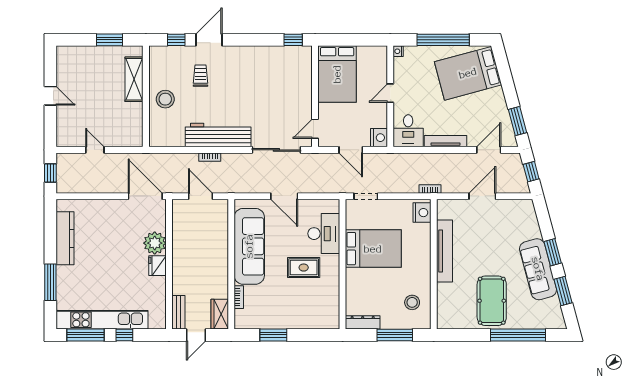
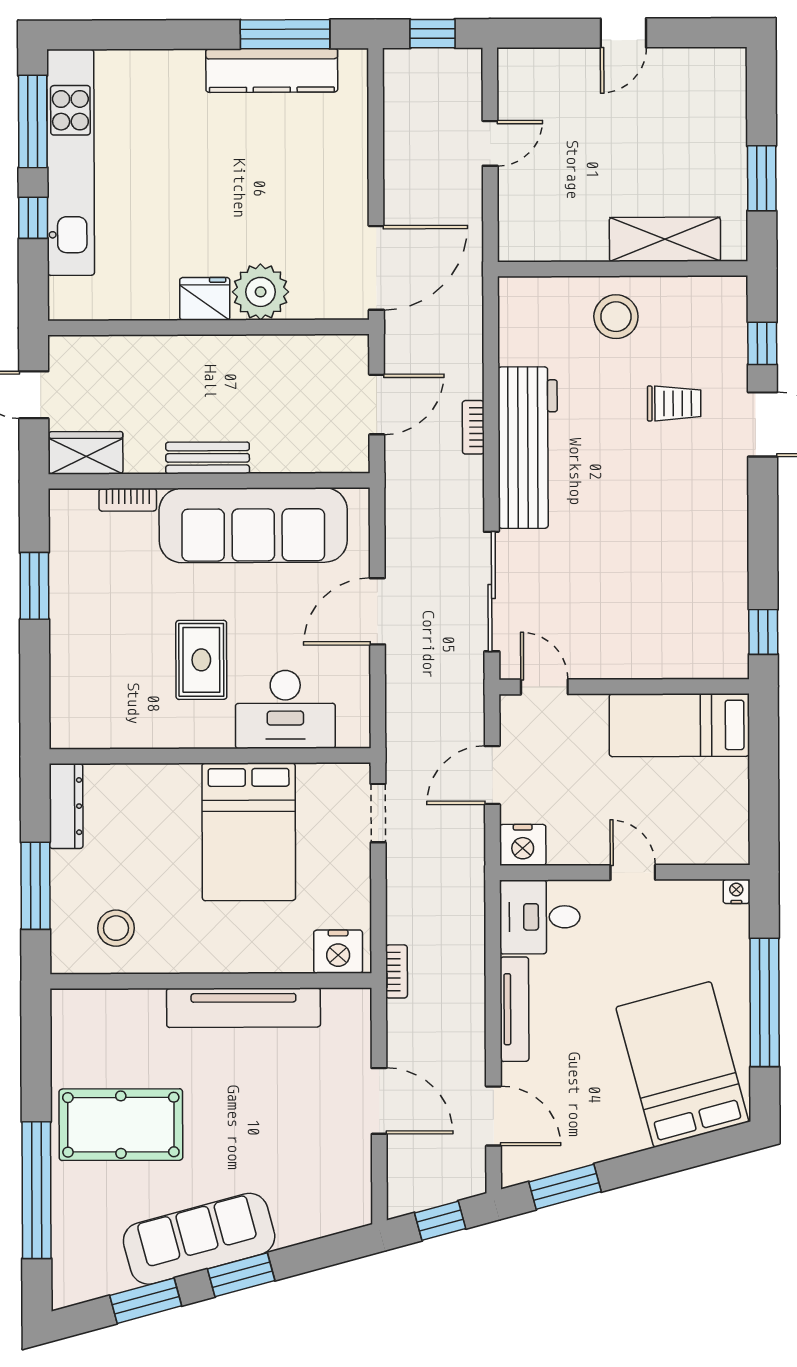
bed: (337, 74) -> (679, 725), width x0.67
window: (50, 282) -> (285, 34), moved
bench: (178, 312) -> (208, 458), moved

